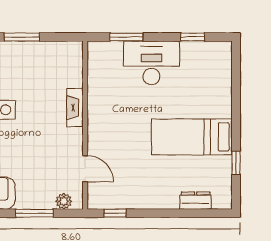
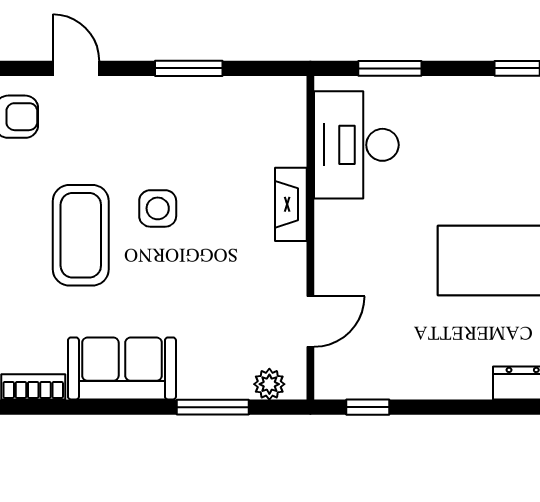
desk: (151, 63) -> (356, 145), moved, turned -90
door: (85, 169) -> (310, 322), hinge flipped

